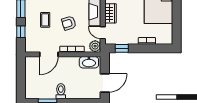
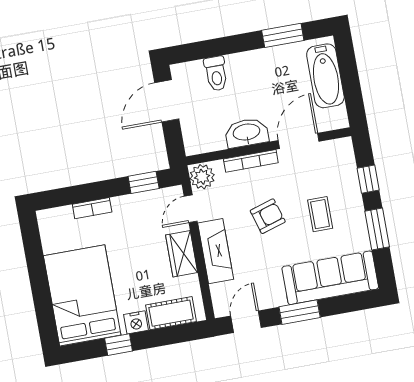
door: (103, 33) -> (191, 209), swing flipped
washbasin: (89, 62) -> (247, 133), moved
bathtub: (32, 81) -> (325, 76), added
toilet: (61, 91) -> (216, 74), moved

